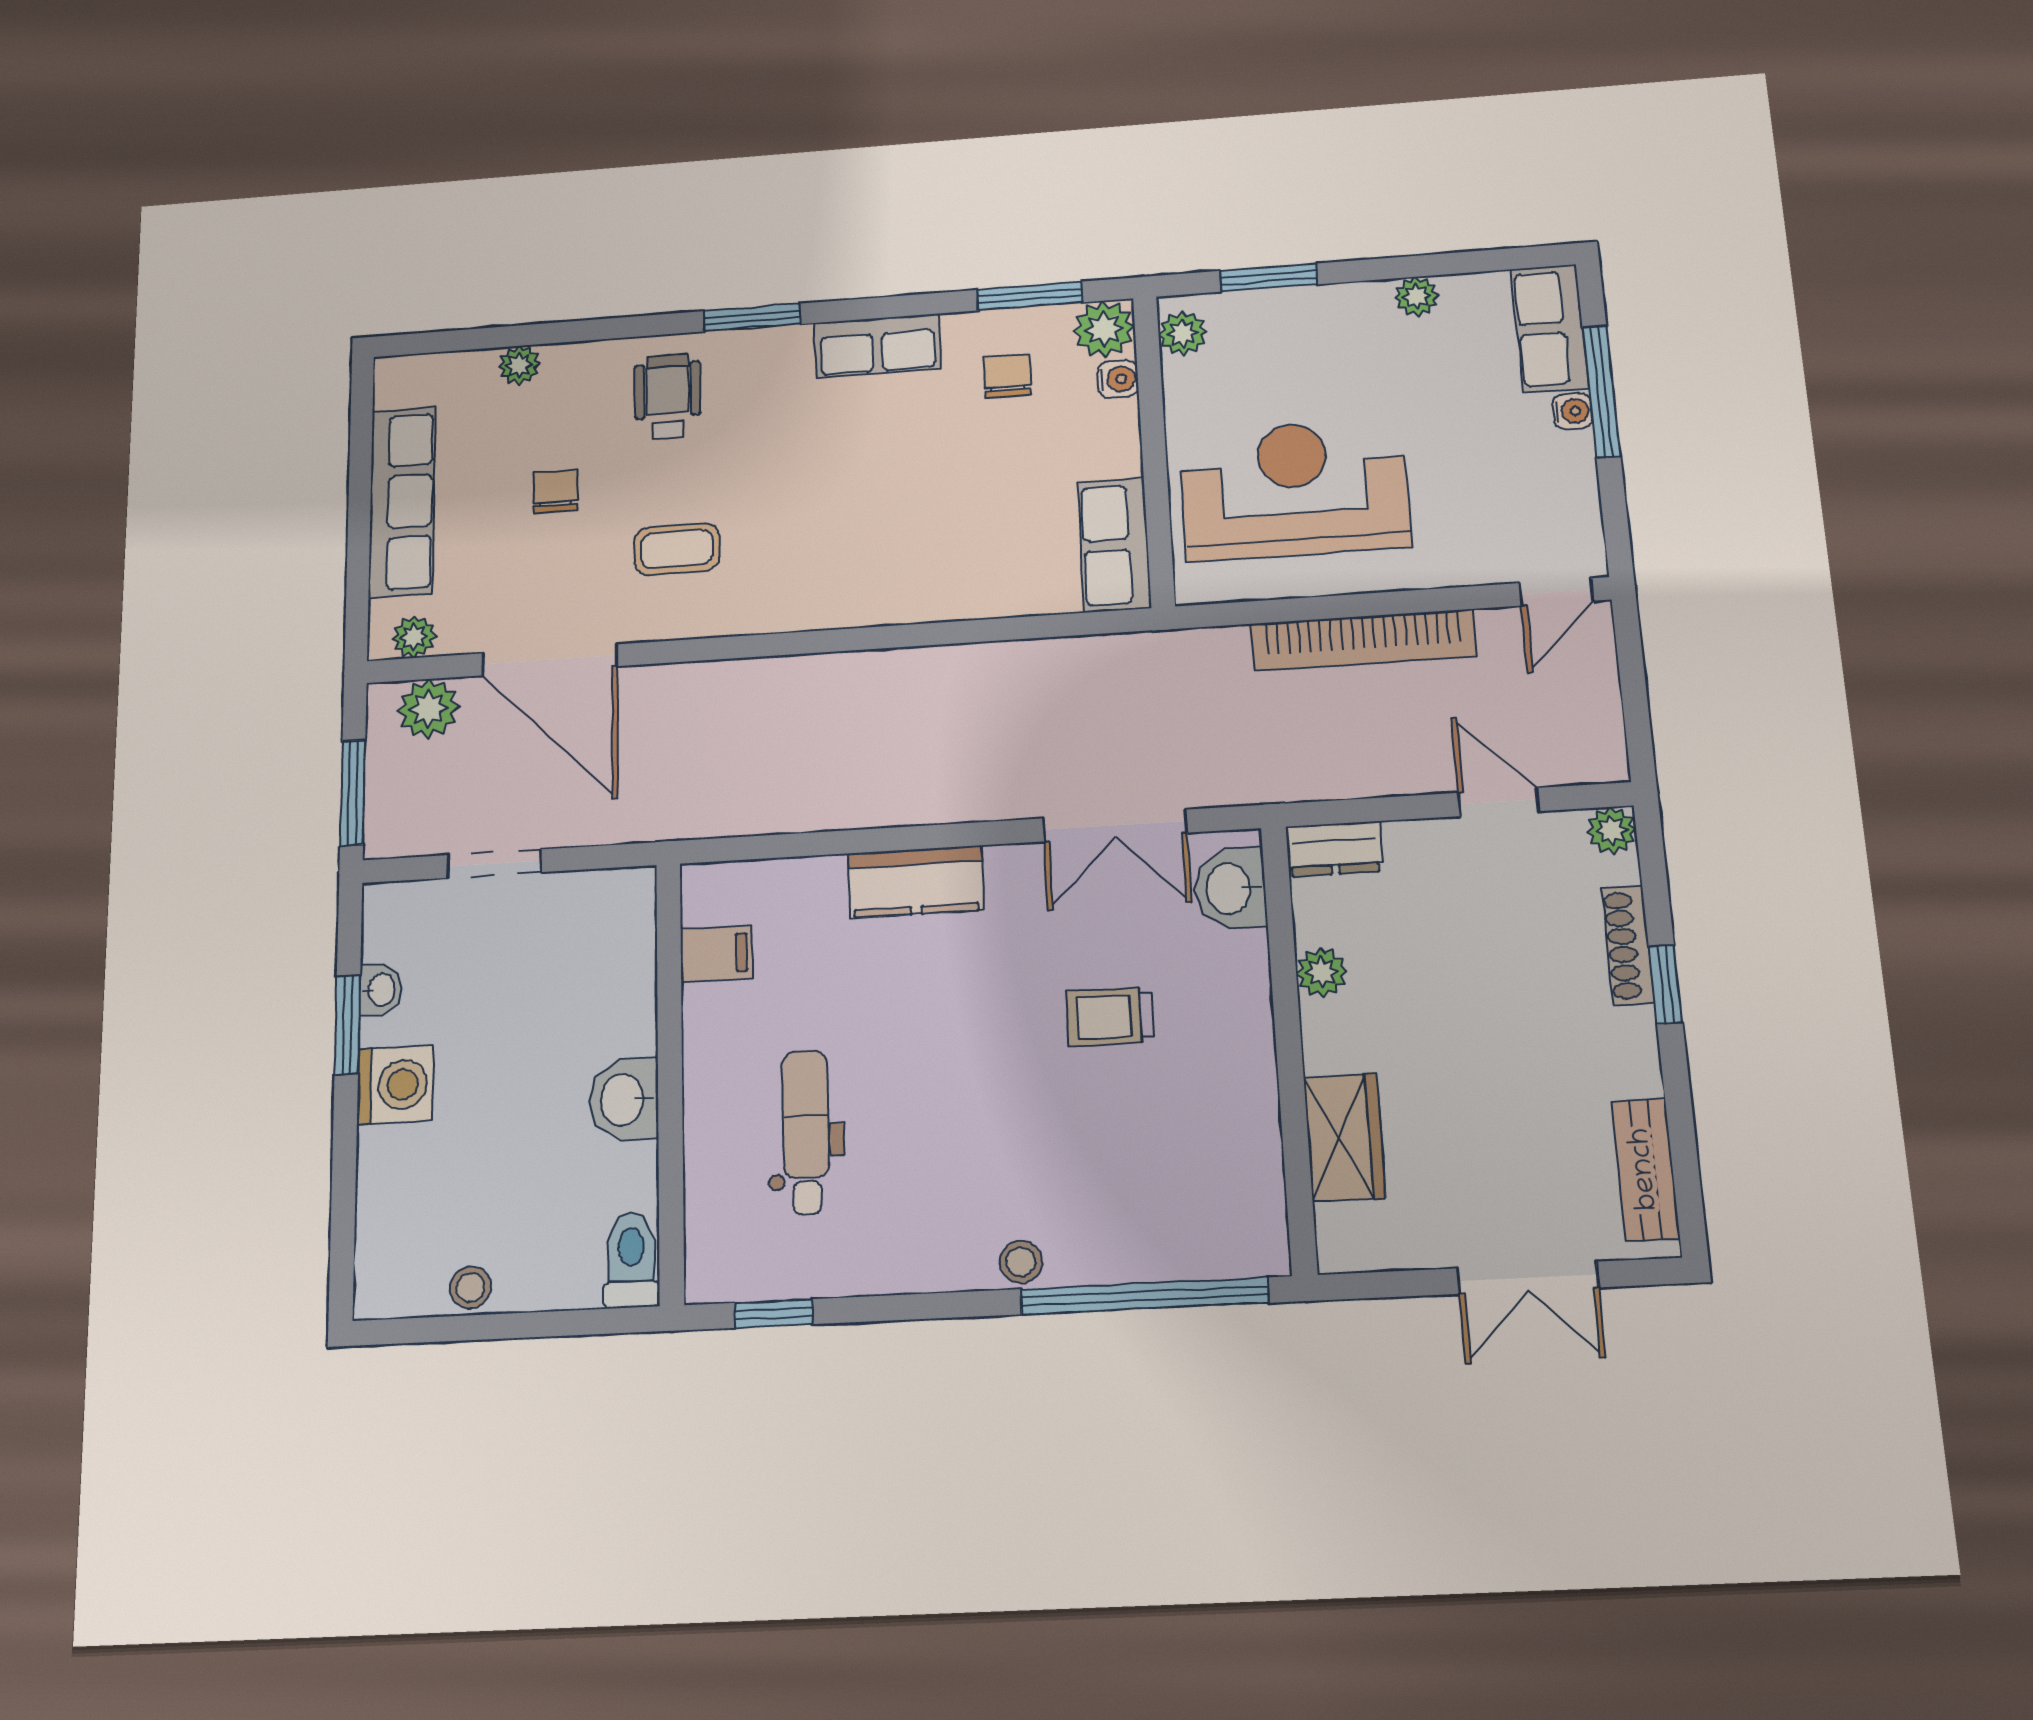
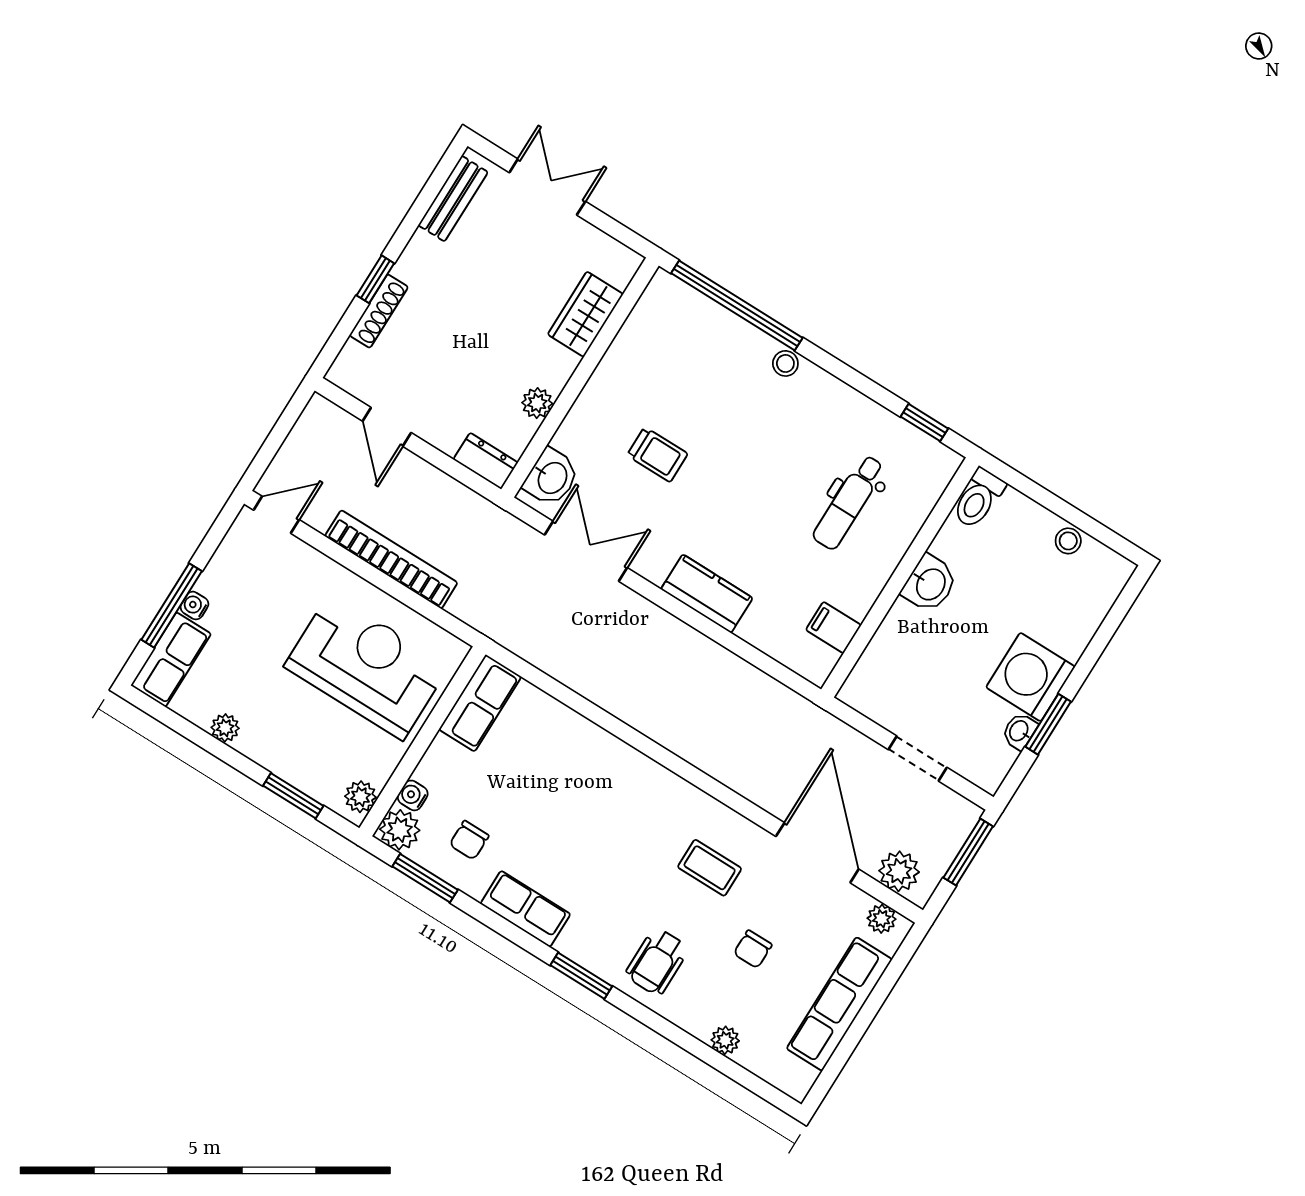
reception desk: (1294, 489) -> (367, 666), turned 180
plant: (1611, 830) -> (343, 373), removed
washing machine: (395, 1085) -> (1030, 677), width x1.37, depth x1.37

